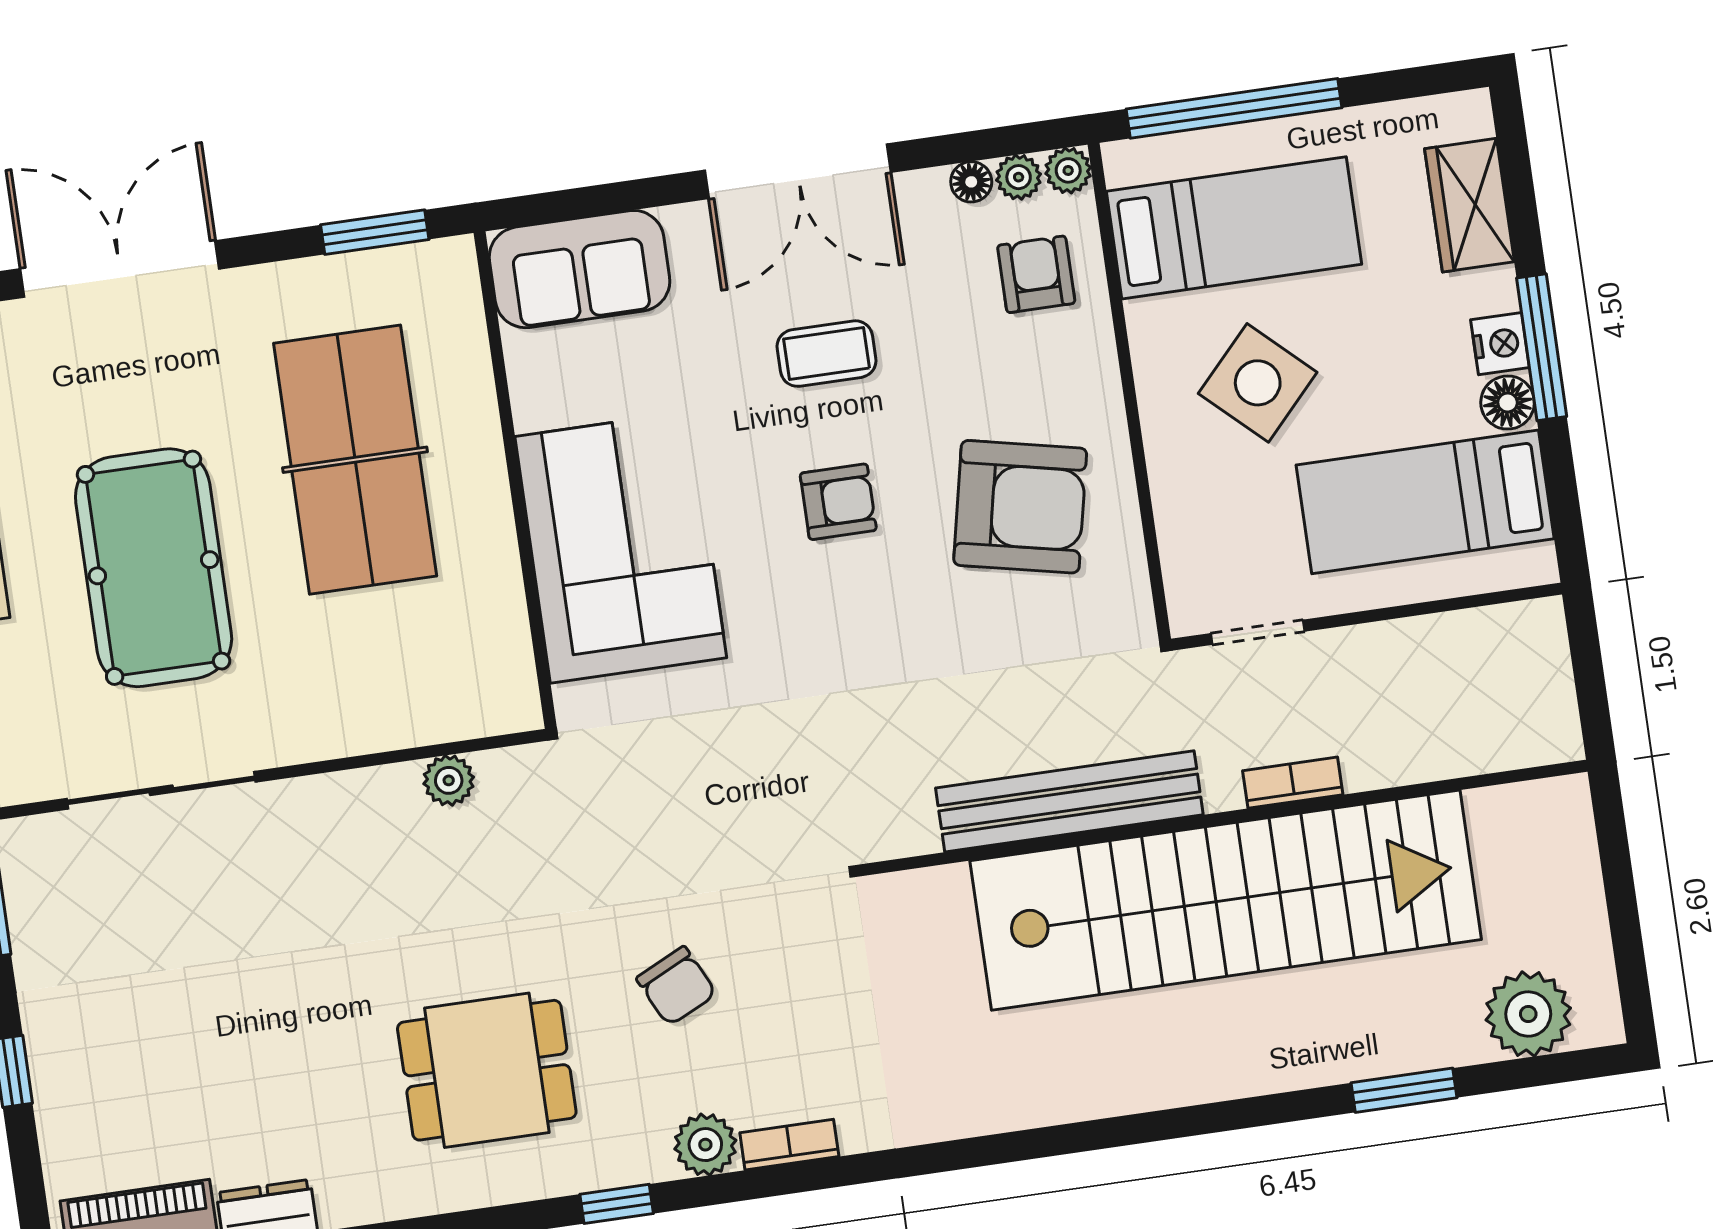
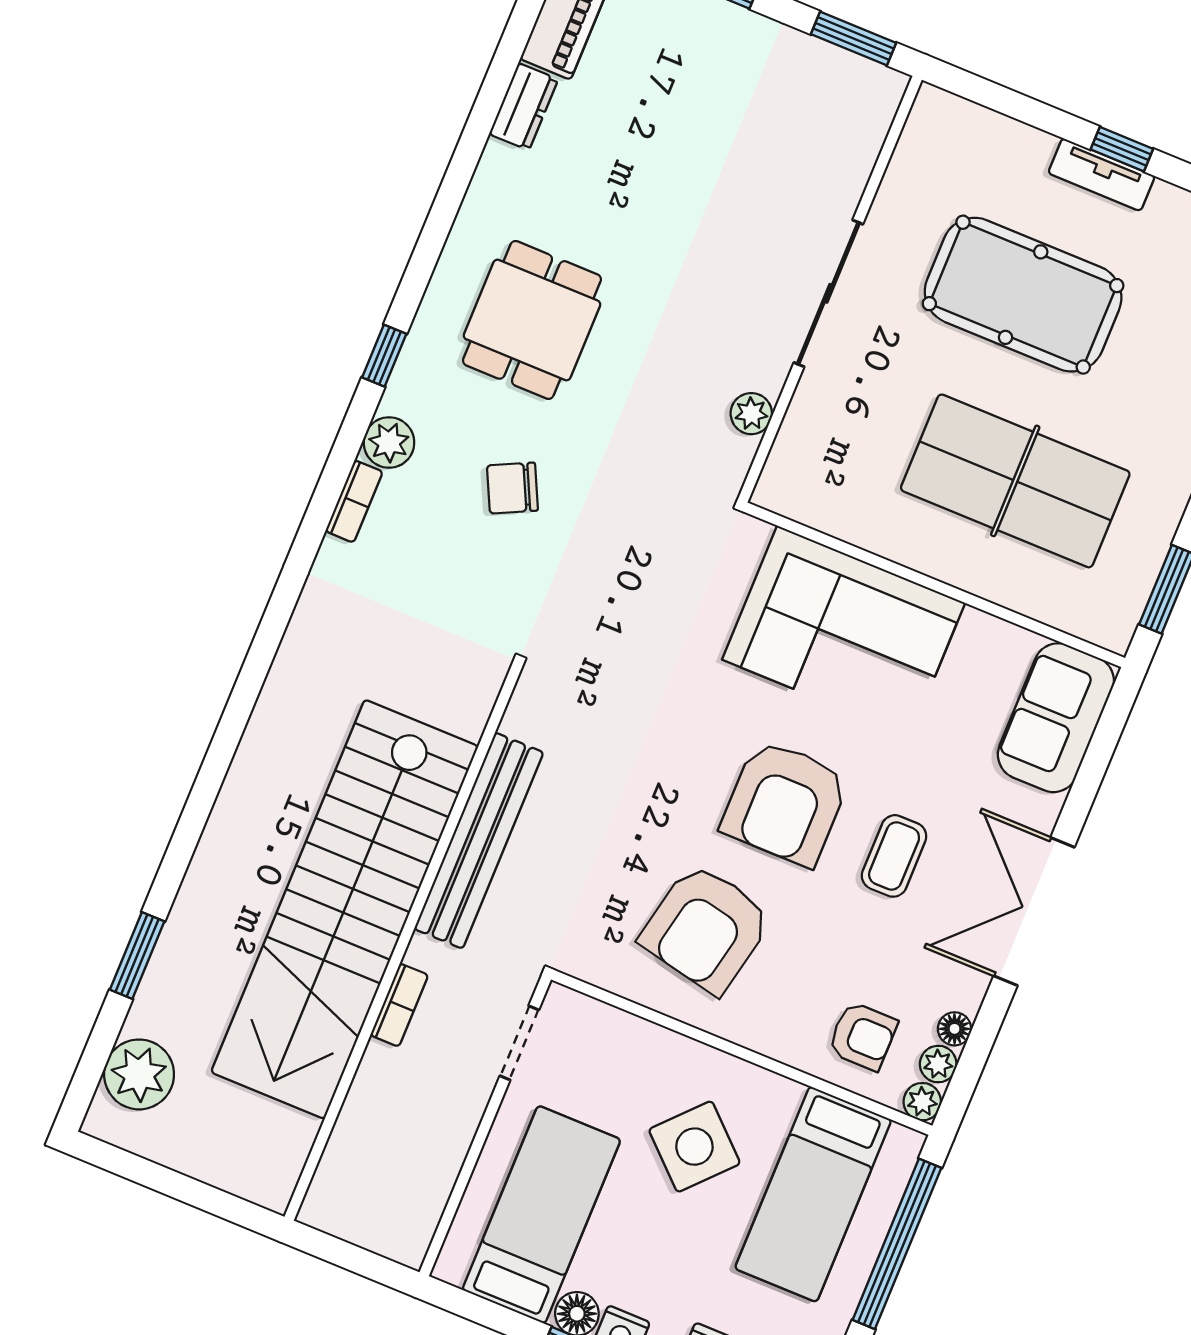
armchair: (838, 502) -> (785, 803), width x1.88, depth x1.88
sliding door: (161, 790) -> (828, 293), moved

